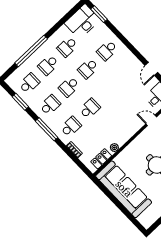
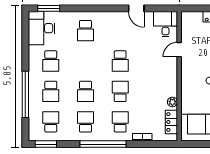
school desk: (88, 69) -> (120, 61), moved
window: (20, 102) -> (46, 144), moved
window: (47, 129) -> (103, 144), width x1.46

